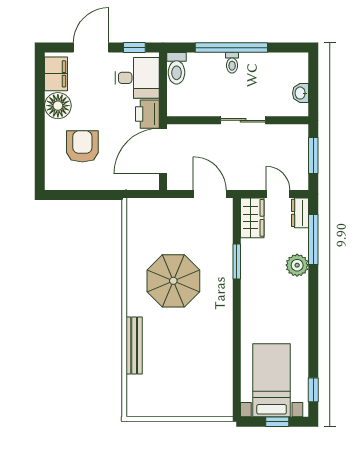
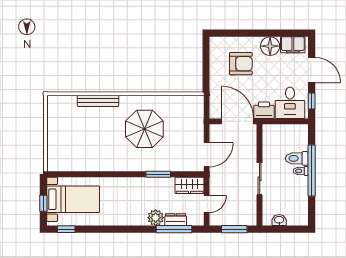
toilet: (177, 68) -> (297, 158), moved
dresser: (300, 213) -> (176, 220), moved

